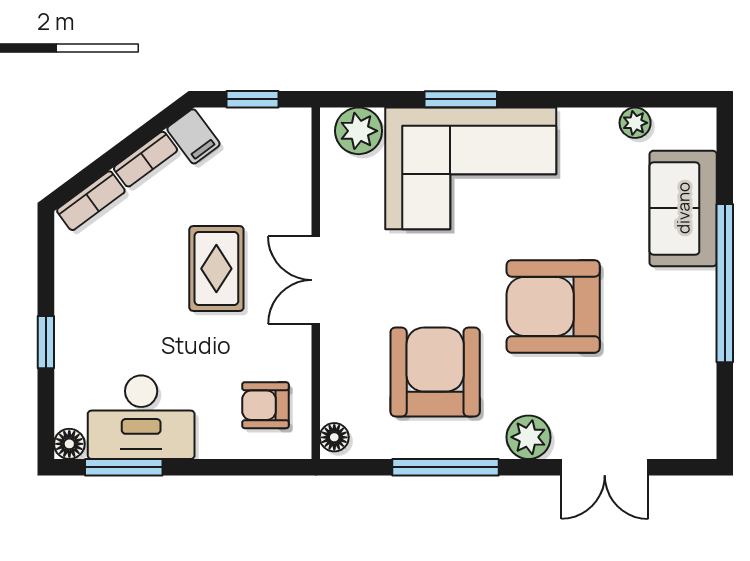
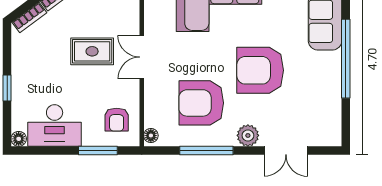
rug: (216, 269) -> (92, 51), turned 90
armchair: (435, 372) -> (201, 103), turned -90
armchair: (265, 405) -> (117, 120), turned -90
window: (124, 467) -> (98, 151), moved

